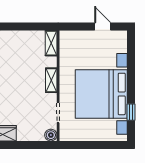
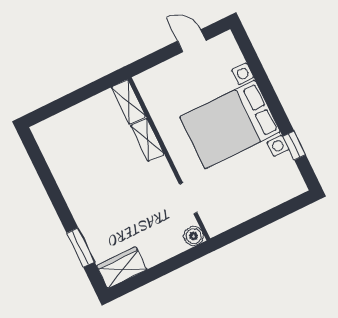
shelving: (51, 80) -> (147, 140), moved
bed with nightstands: (101, 94) -> (230, 125), width x0.73

